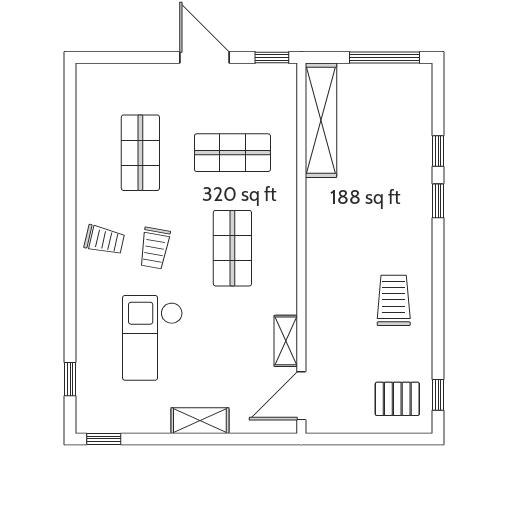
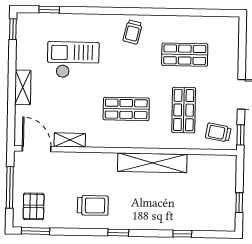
window: (384, 57) -> (239, 203), width x0.46
shelving: (321, 120) -> (152, 163), moved
window: (438, 201) -> (118, 233), moved
trolley: (155, 248) -> (218, 132), moved
window: (438, 395) -> (36, 231), width x1.50
window: (366, 439) -> (10, 187), added

